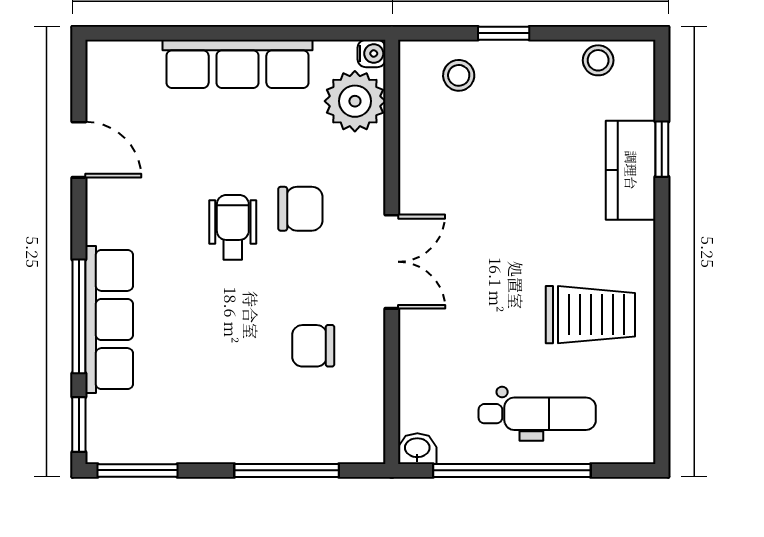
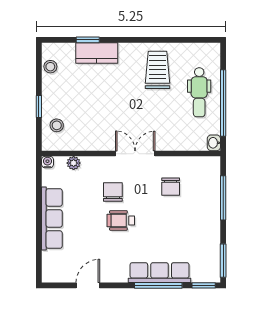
plant: (355, 101) -> (74, 163), width x0.53, depth x0.53
dental chair: (537, 414) -> (199, 92), turned 180

